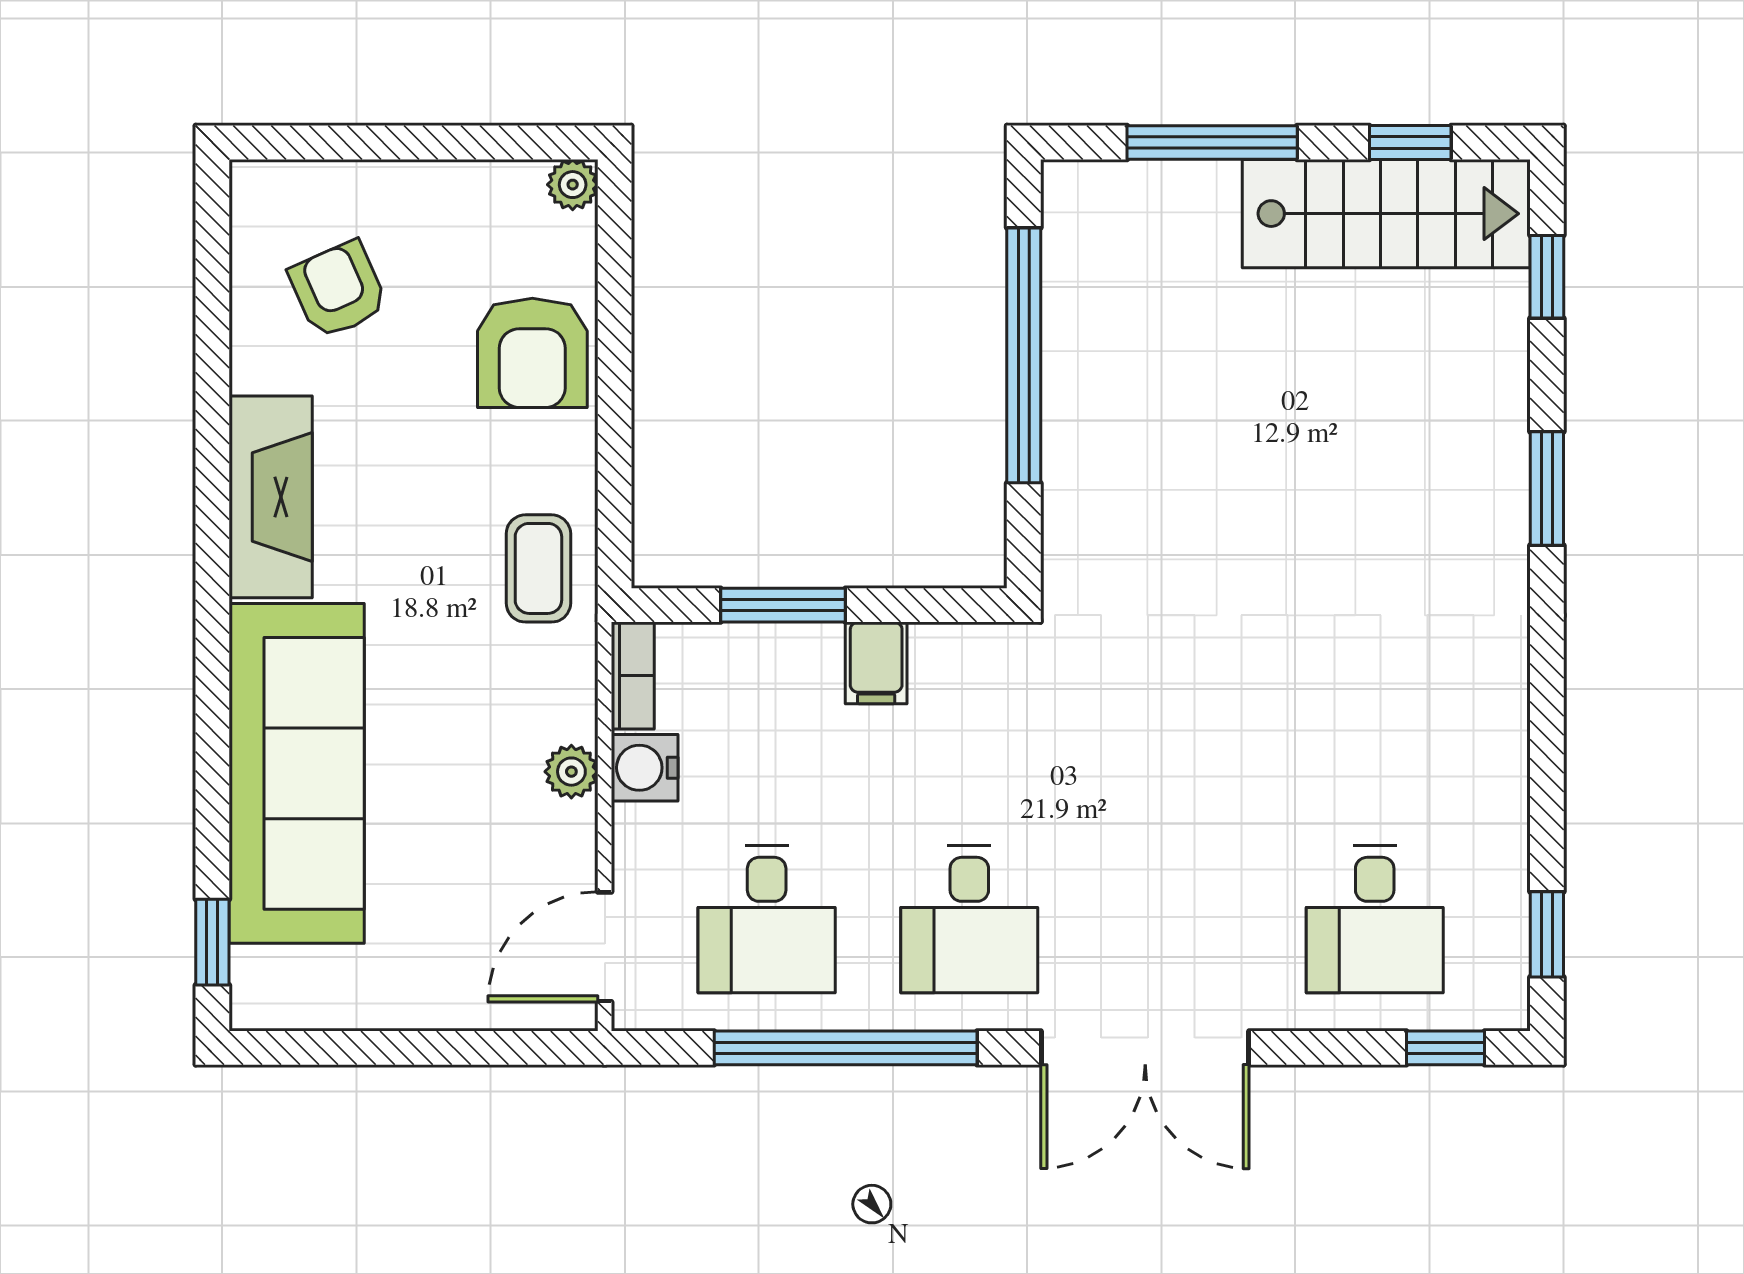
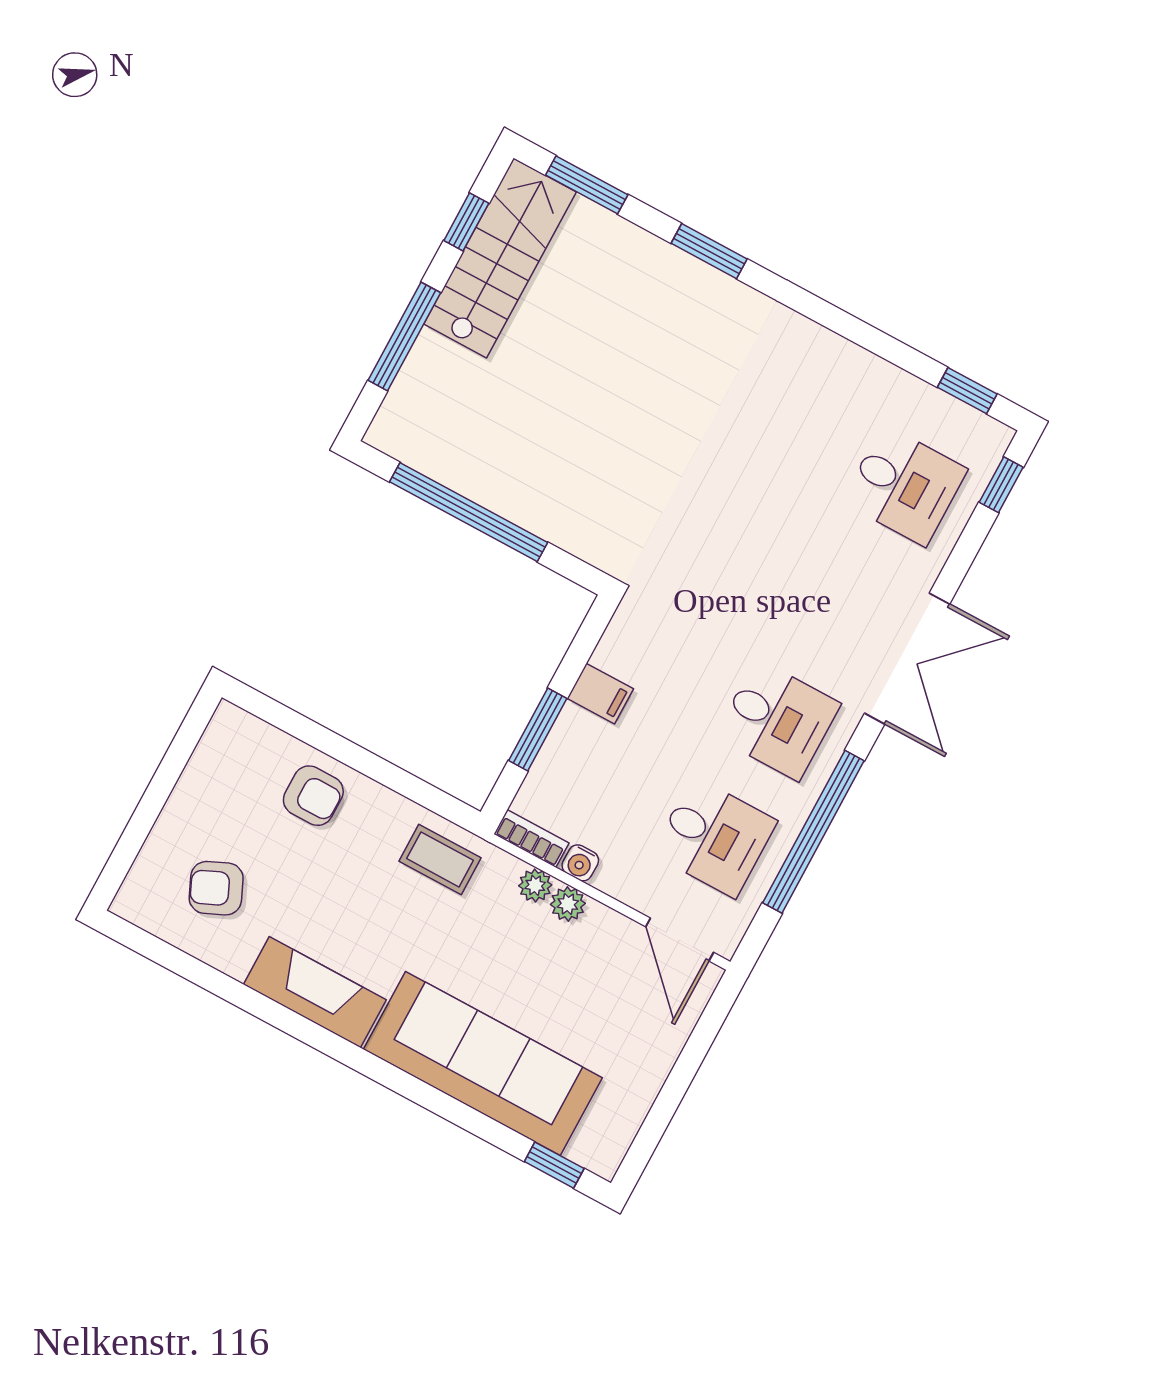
plant: (573, 185) -> (535, 885), moved
window: (1547, 277) -> (587, 185), width x1.50
armchair: (532, 353) -> (313, 796), width x0.72, depth x0.72
water cooler: (645, 768) -> (580, 863), width x0.72, depth x0.72

